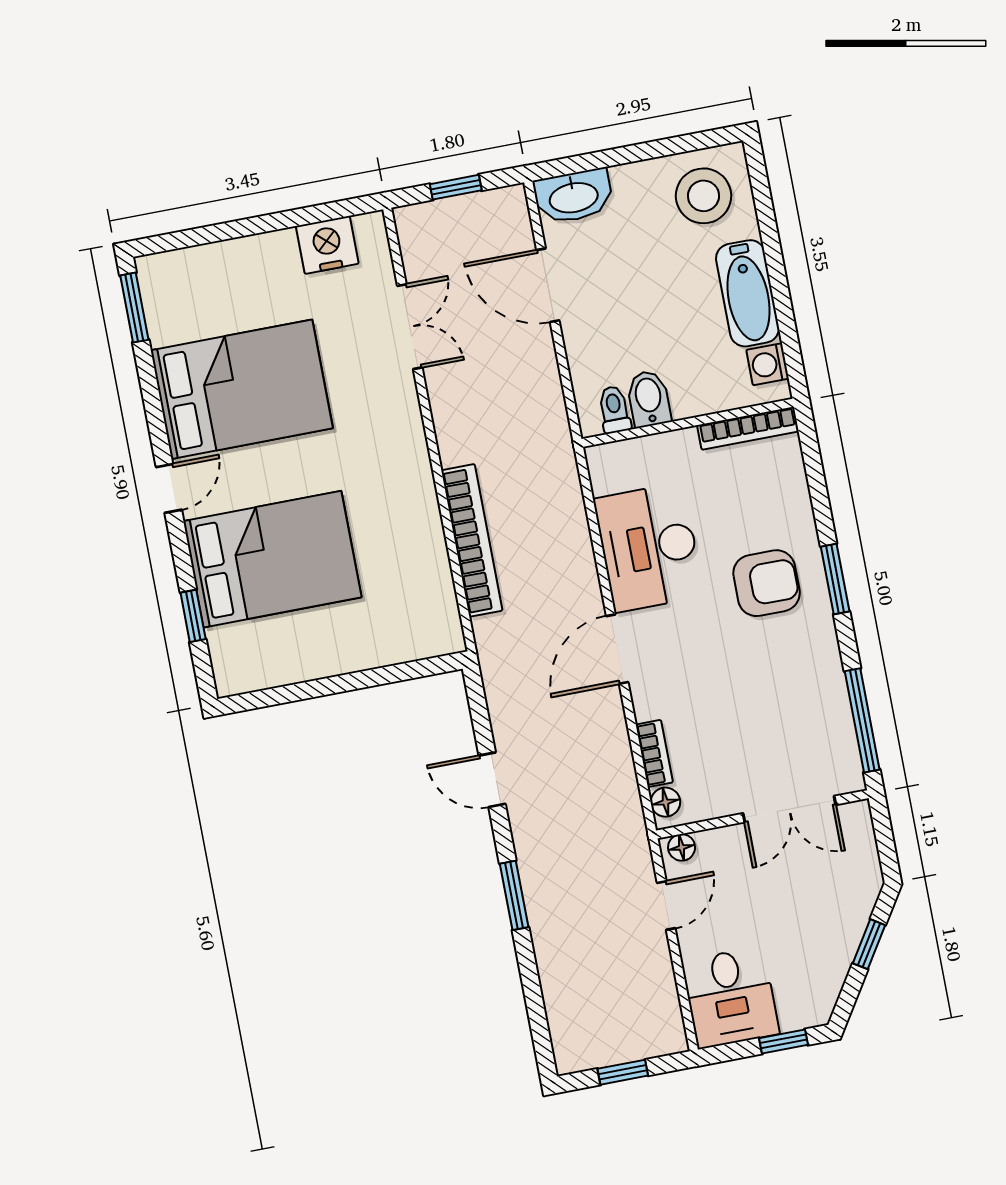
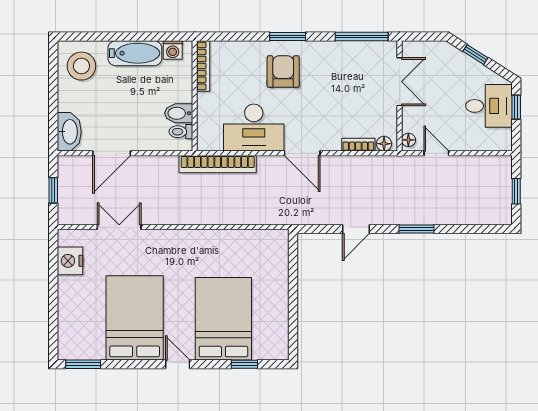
bookcase: (472, 540) -> (218, 164), moved, turned 180
desk: (730, 998) -> (489, 106), moved

